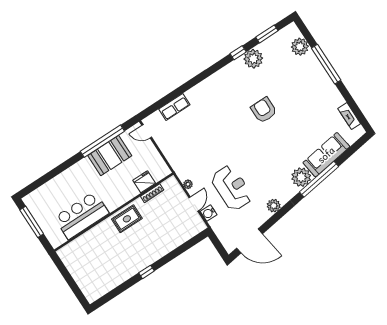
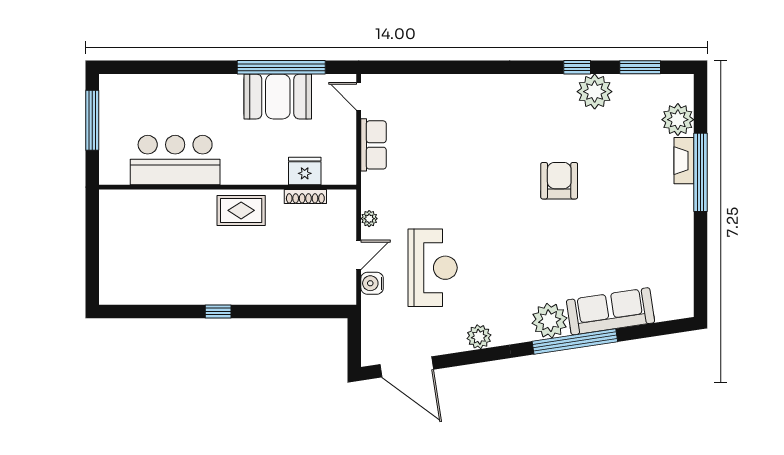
row of seats: (174, 107) -> (373, 145), moved, turned -90
fireplace: (349, 116) -> (684, 161), moved

